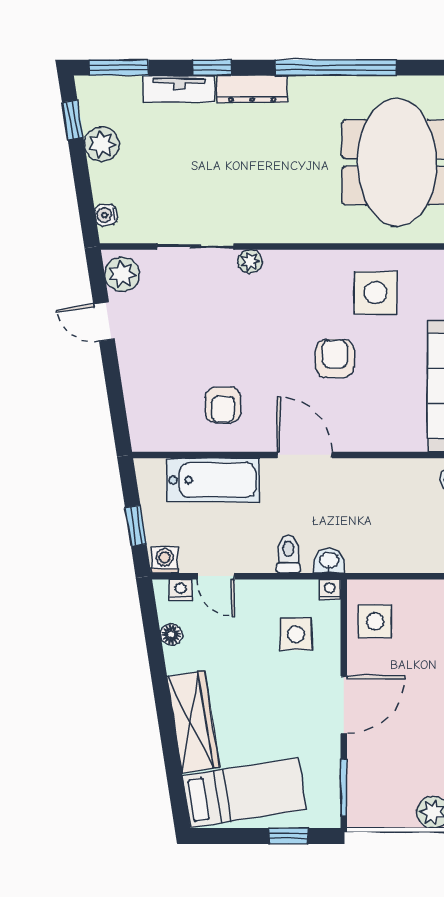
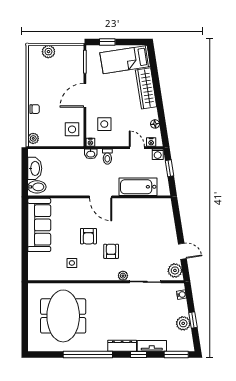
window: (73, 120) -> (193, 320), moved
side table: (376, 293) -> (72, 263), width x0.54, depth x0.54
armchair: (223, 405) -> (111, 251), moved

